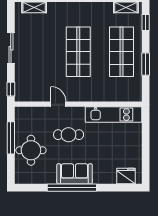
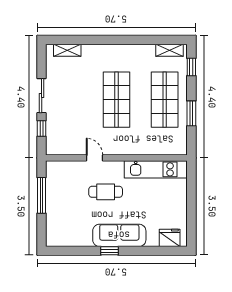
window: (11, 89) -> (42, 129), moved
round table: (31, 150) -> (64, 209), removed
sofa: (74, 174) -> (119, 235), width x1.36
window: (72, 188) -> (109, 251), width x0.32

